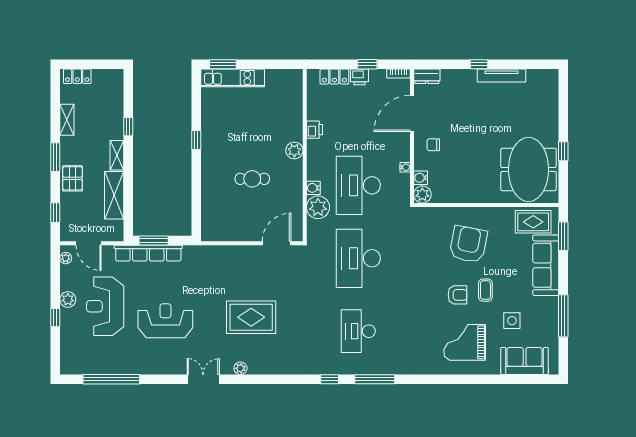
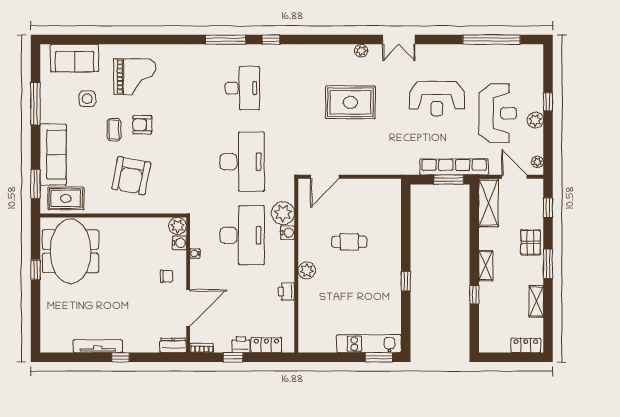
shelving: (114, 195) -> (489, 203), moved

